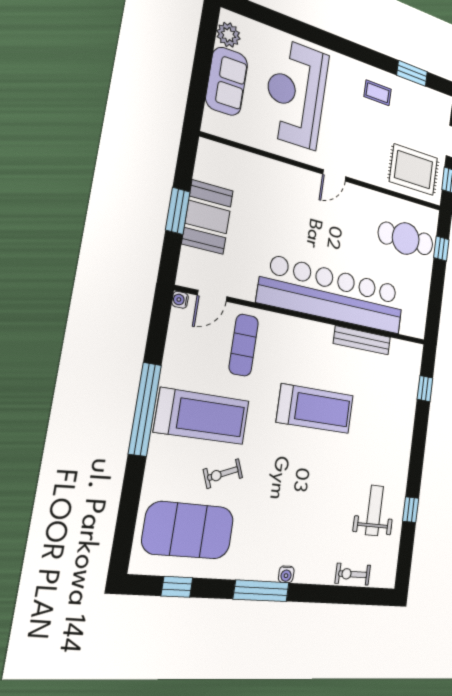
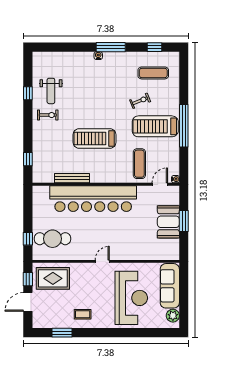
sofa: (227, 81) -> (170, 286), width x1.36
exercise mat: (188, 530) -> (153, 73), width x0.50, depth x0.69
exercise bike: (353, 574) -> (48, 115), moved

